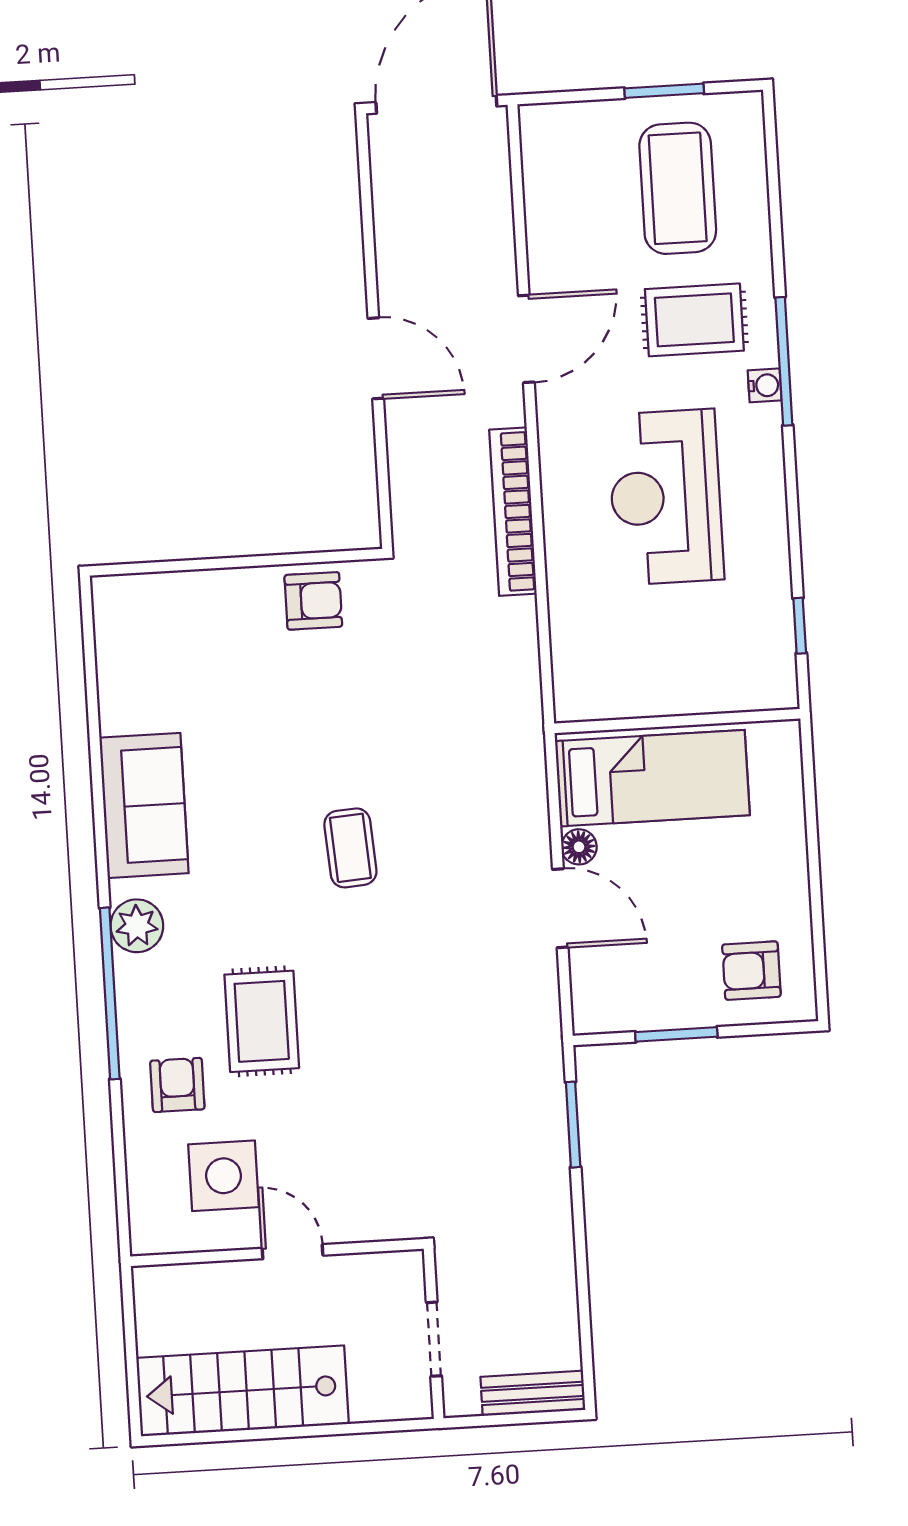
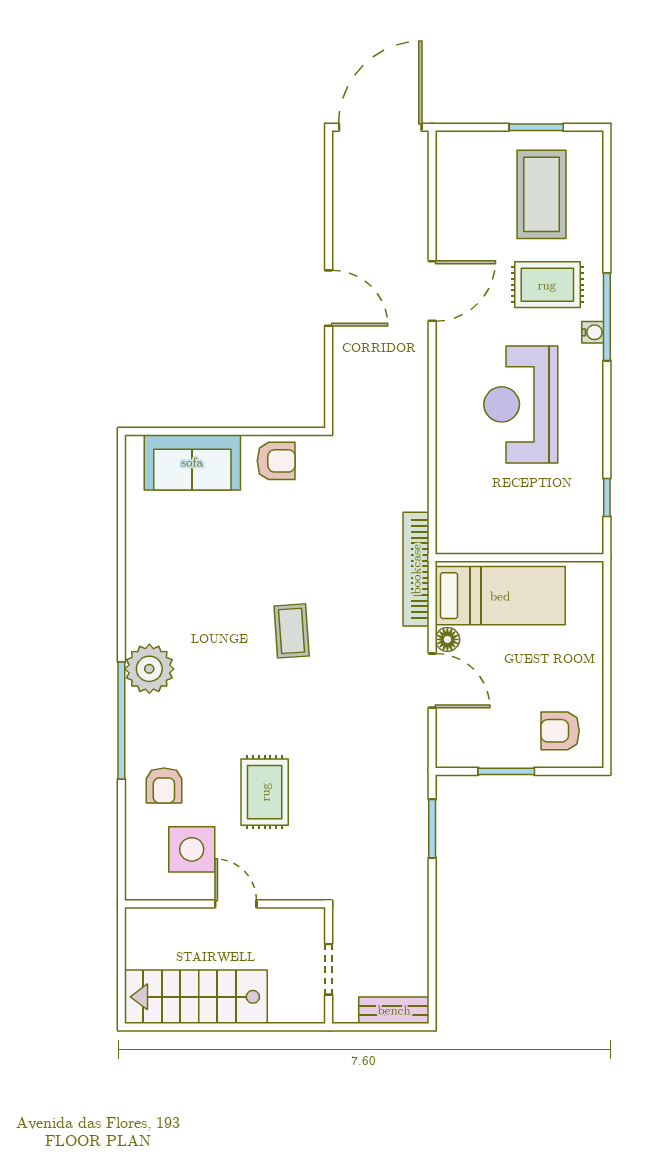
bookcase: (513, 512) -> (416, 569), moved
sofa: (144, 805) -> (192, 462), moved, turned 90
plant: (137, 926) -> (149, 669), width x1.36, depth x1.36
rug: (262, 1021) -> (265, 792), moved
armchair: (177, 1085) -> (164, 786), turned 180

